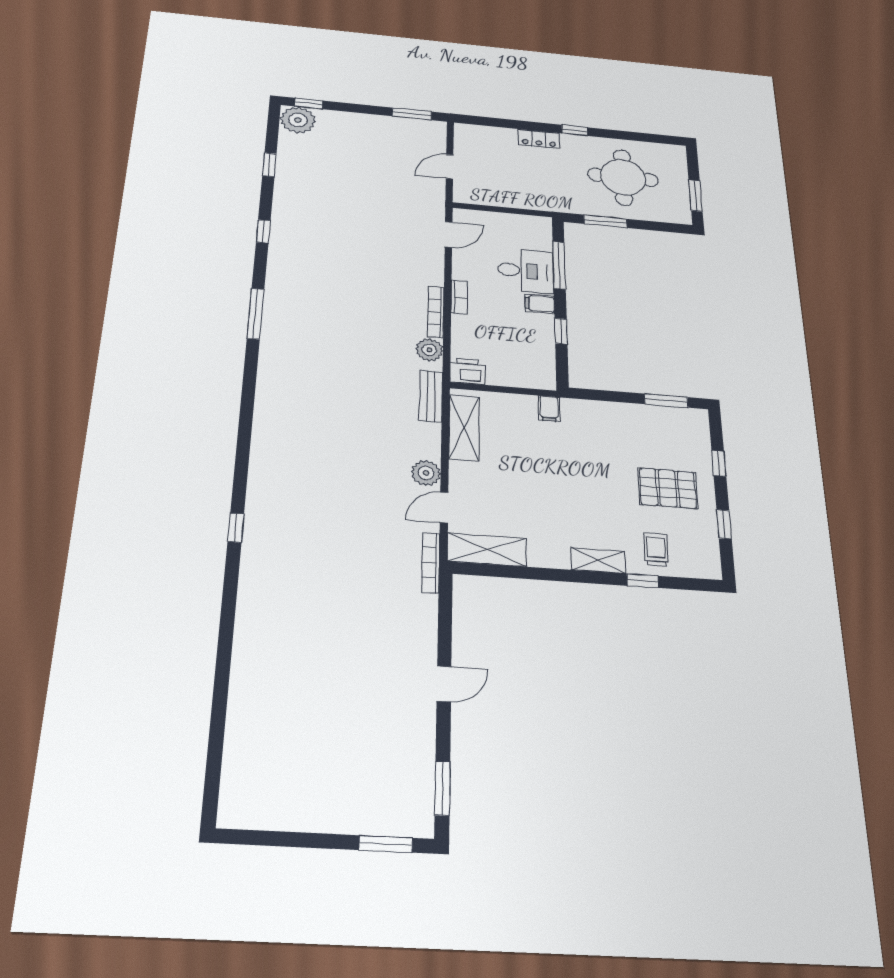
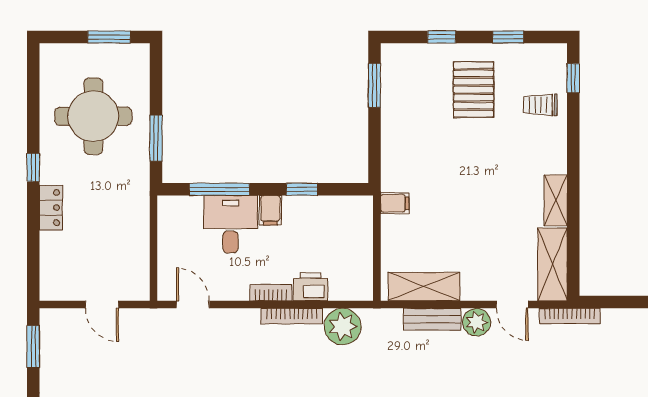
plant: (429, 350) -> (343, 327), width x1.36, depth x1.36
printer: (467, 371) -> (311, 287), moved, turned 90
bench: (431, 396) -> (432, 319), moved
shelving: (598, 560) -> (556, 200), moved
window: (643, 581) -> (573, 78), moved

